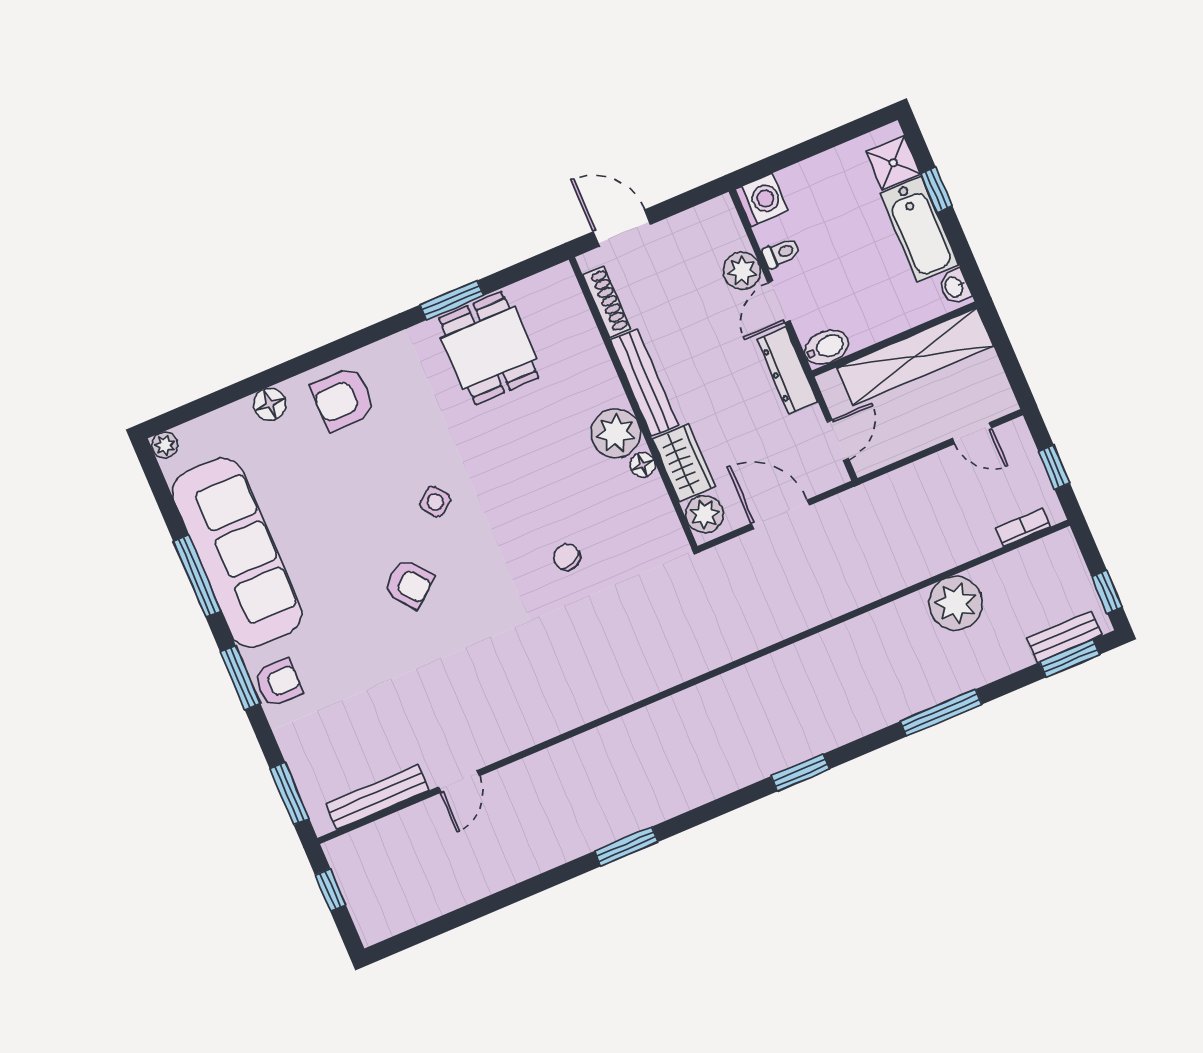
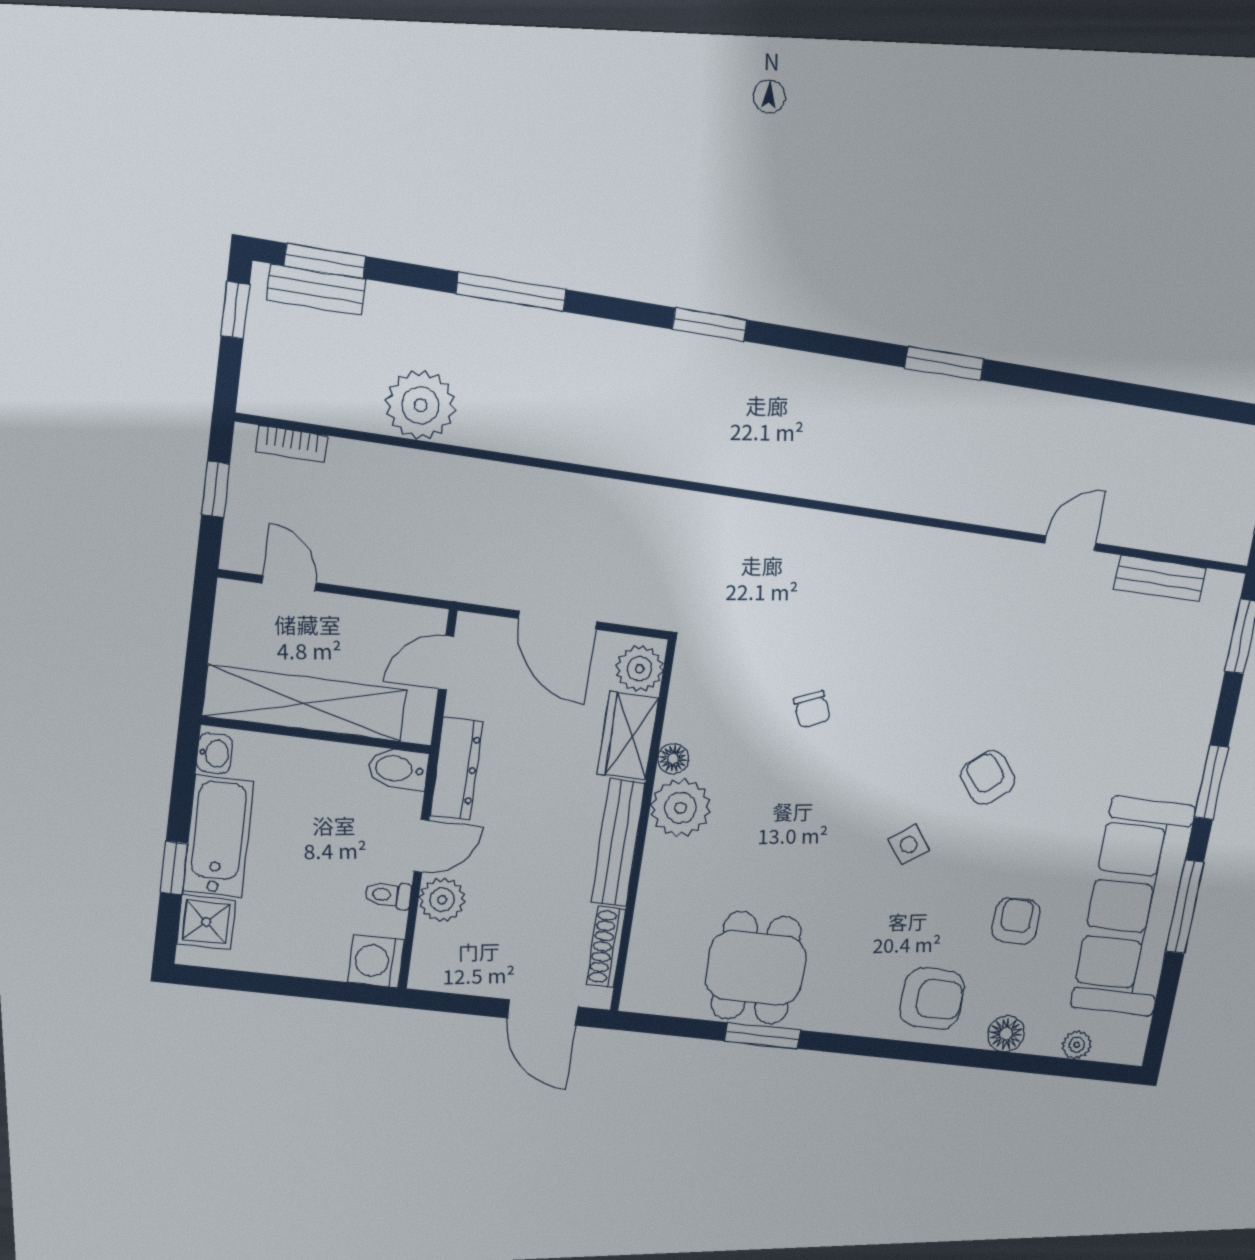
plant: (165, 445) -> (1077, 1045), moved
armchair: (278, 683) -> (1016, 921), moved, turned 90
bench: (377, 797) -> (1160, 578), width x0.73

